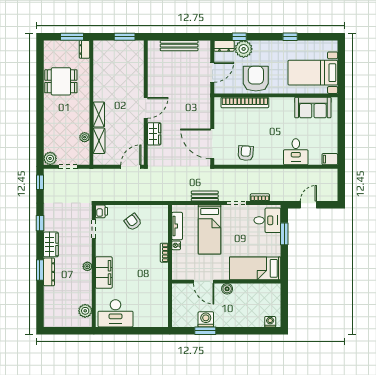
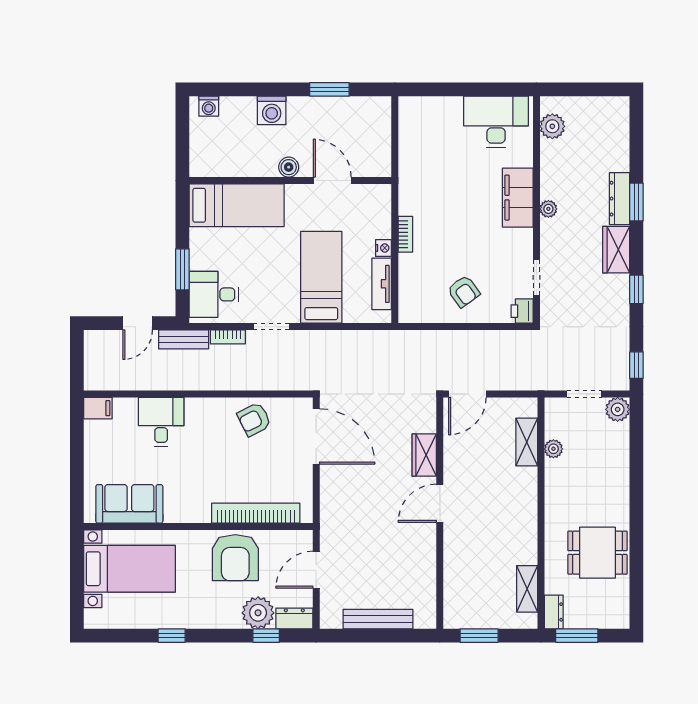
shelving: (99, 114) -> (527, 589), moved
armchair: (246, 153) -> (254, 419), turned 59
bench: (205, 196) -> (184, 339), moved
washing machine: (206, 319) -> (272, 110), moved

